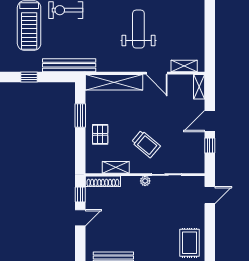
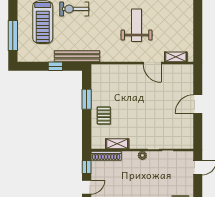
window: (29, 77) -> (55, 66), moved
shelving: (114, 82) -> (116, 71), removed
shelving: (199, 87) -> (189, 75), removed
trolley: (146, 144) -> (143, 124), removed
window: (210, 146) -> (198, 125), removed

